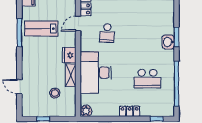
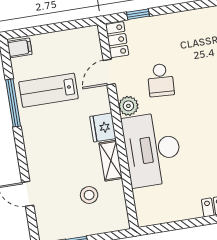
plant: (86, 111) -> (128, 106), moved

